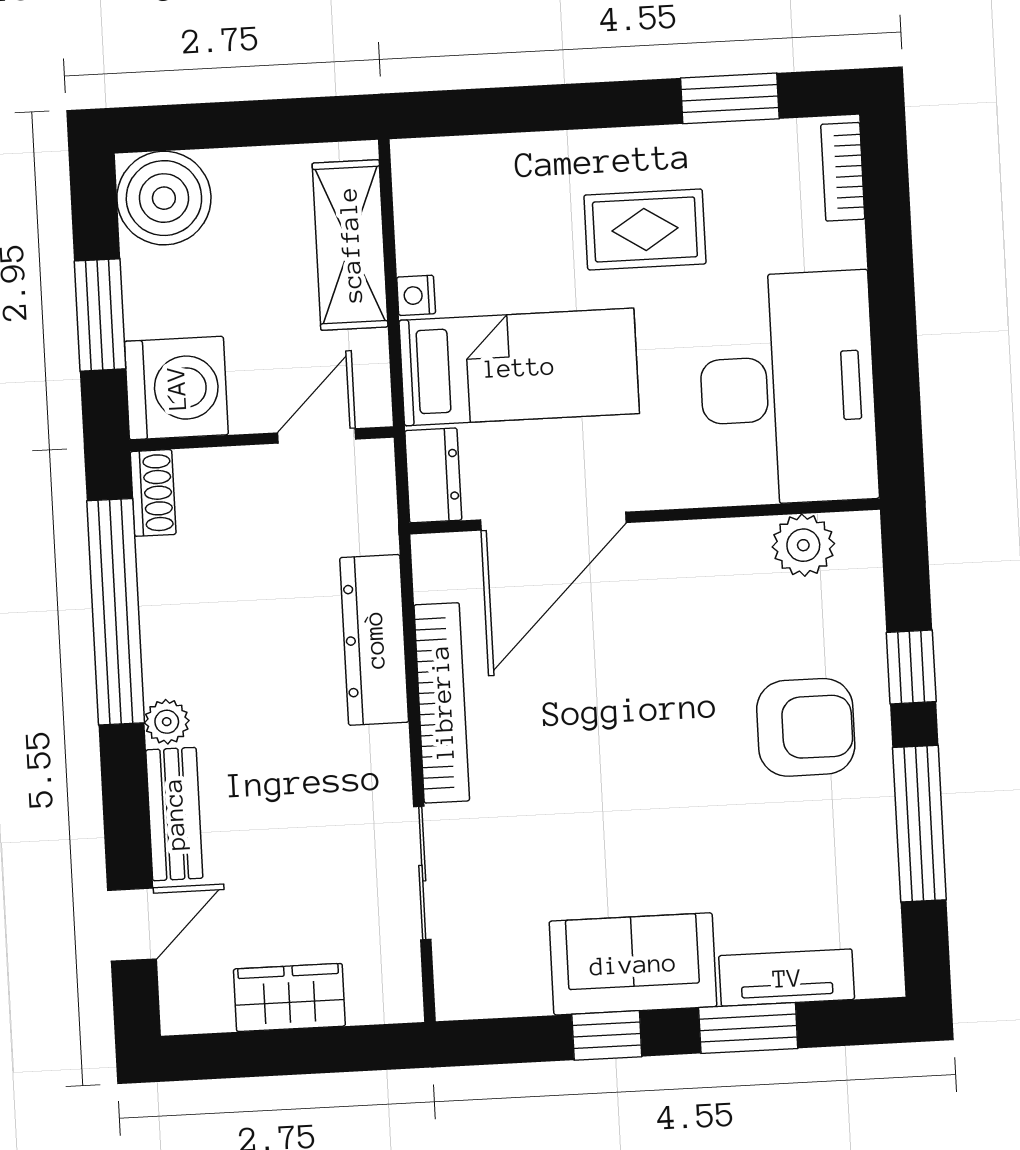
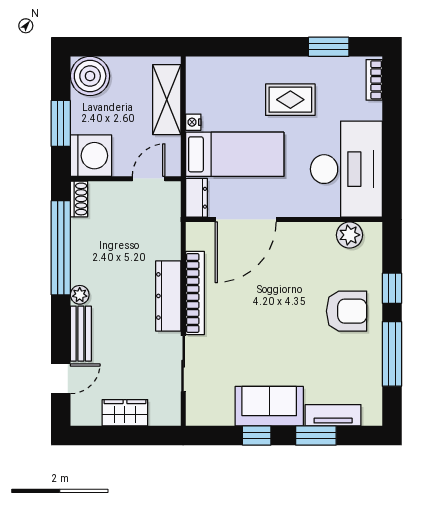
dresser: (374, 640) -> (168, 296), moved

